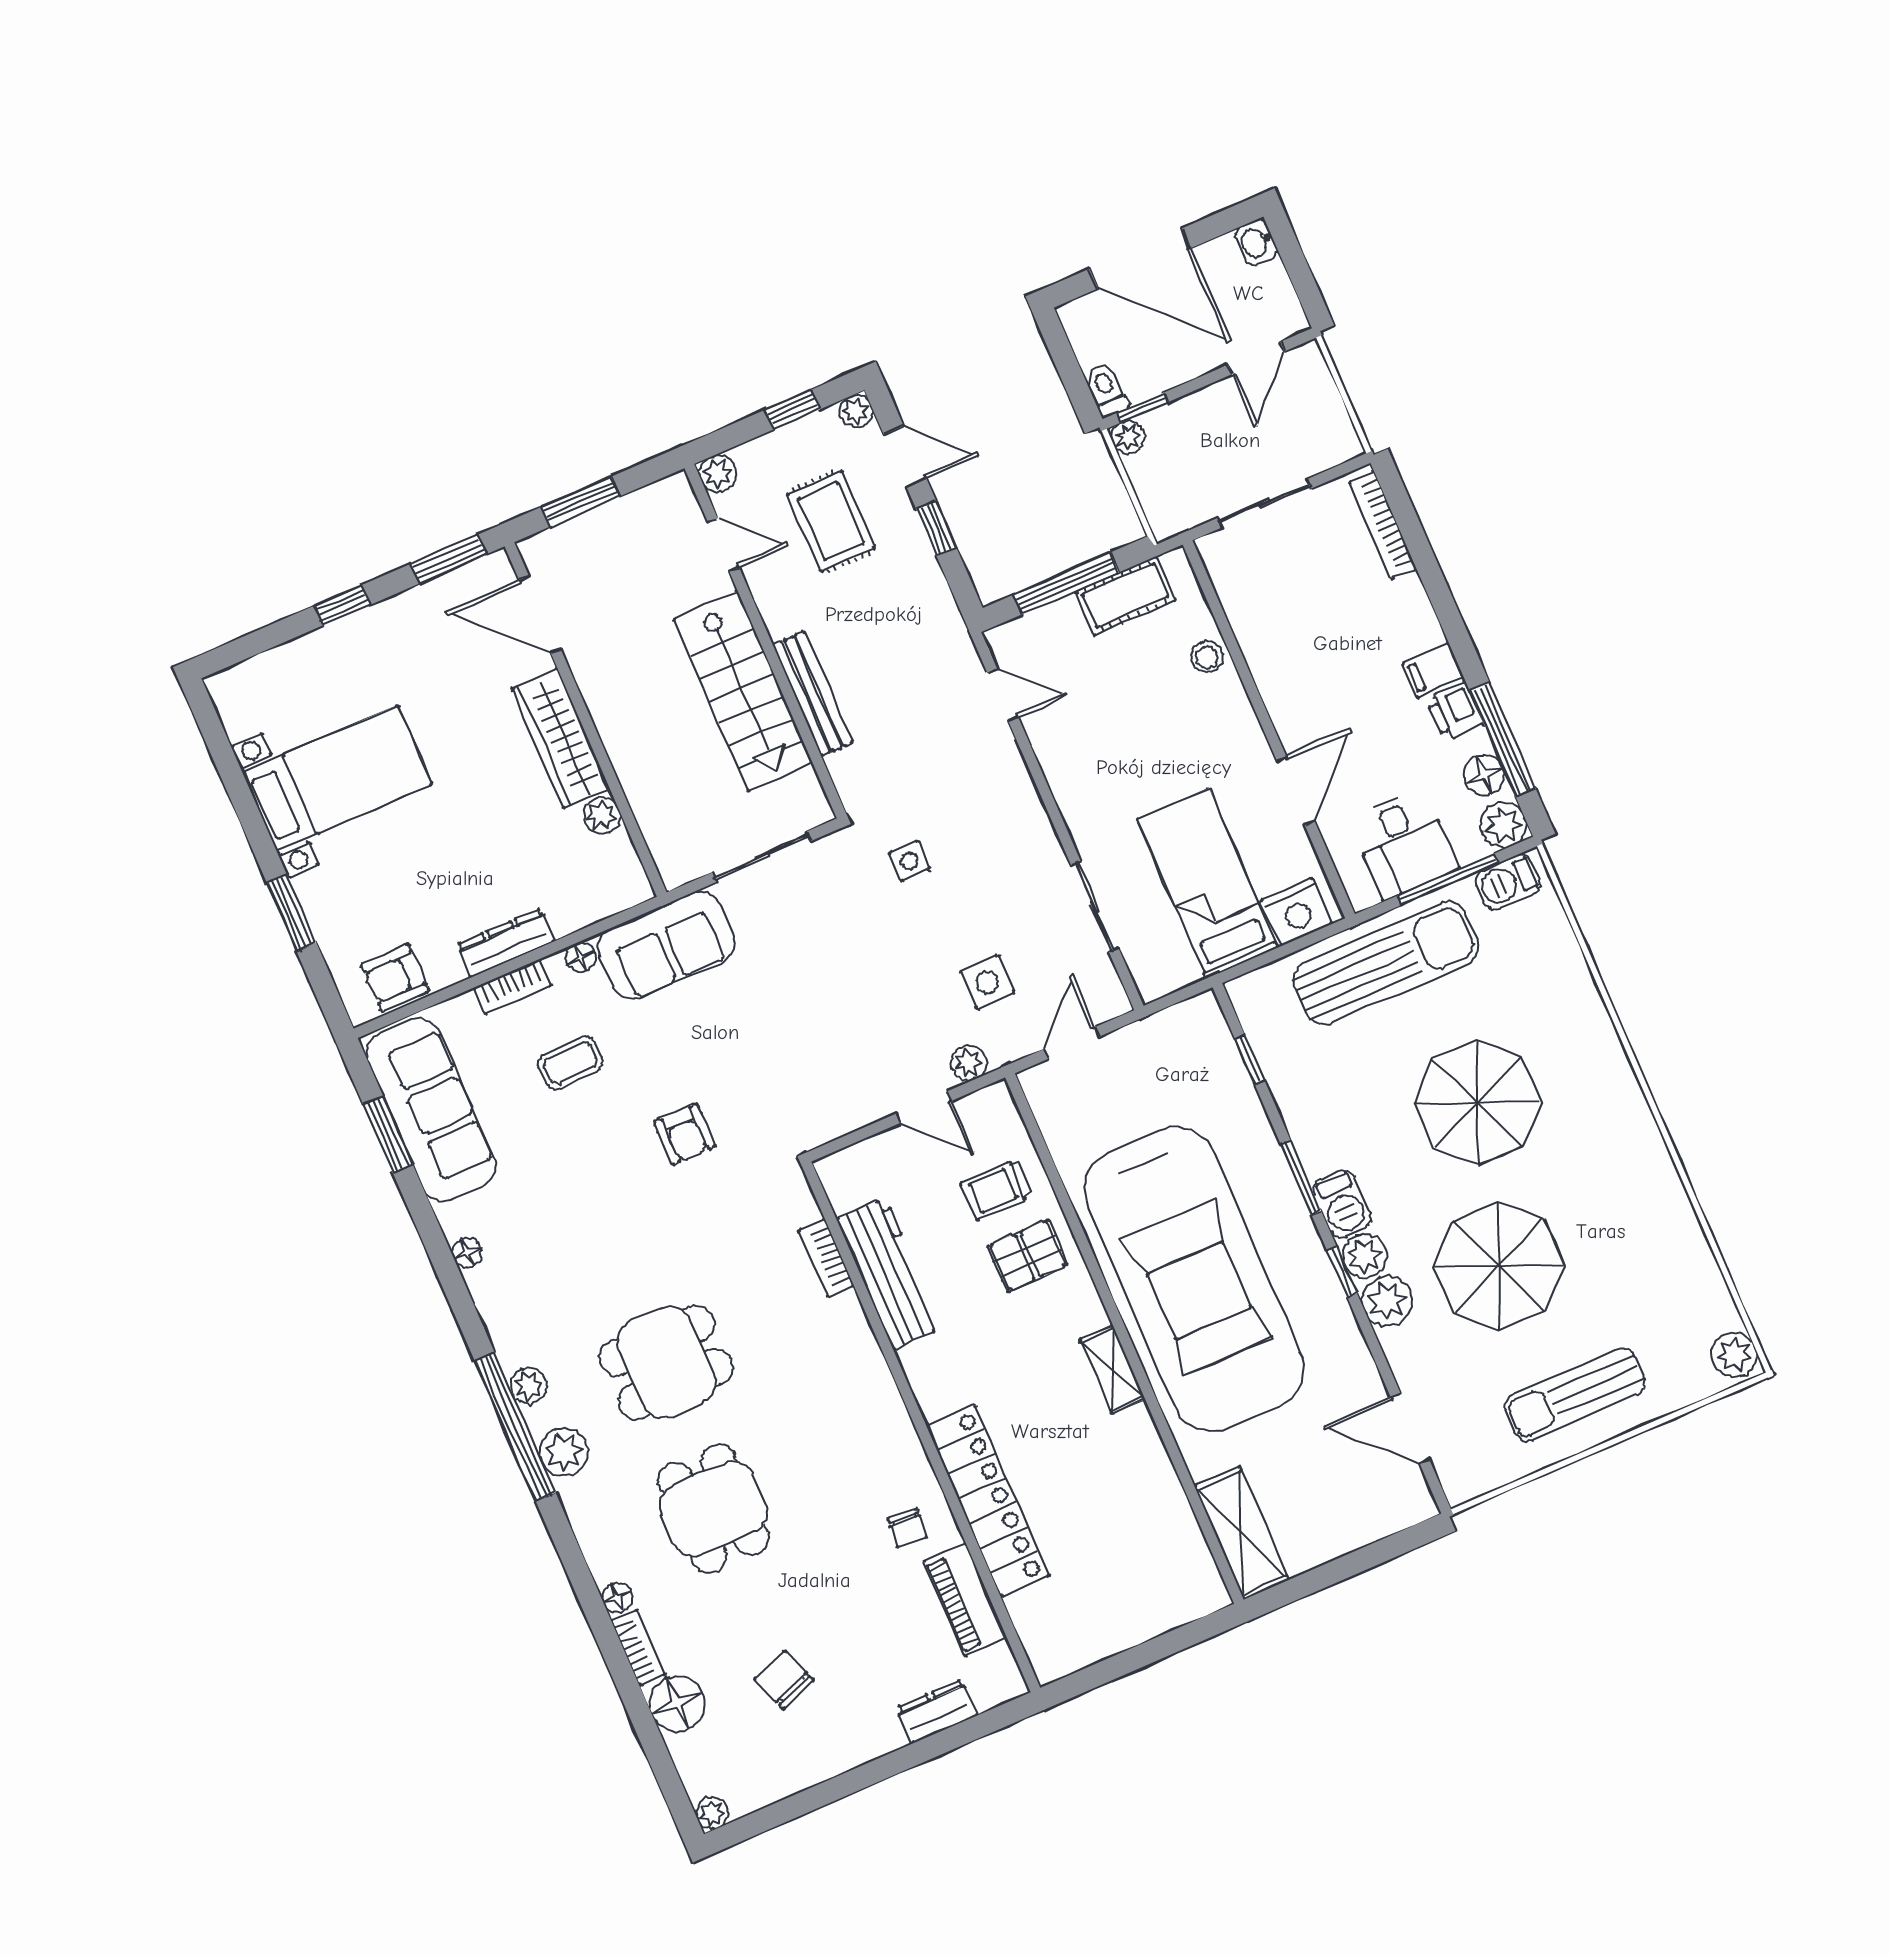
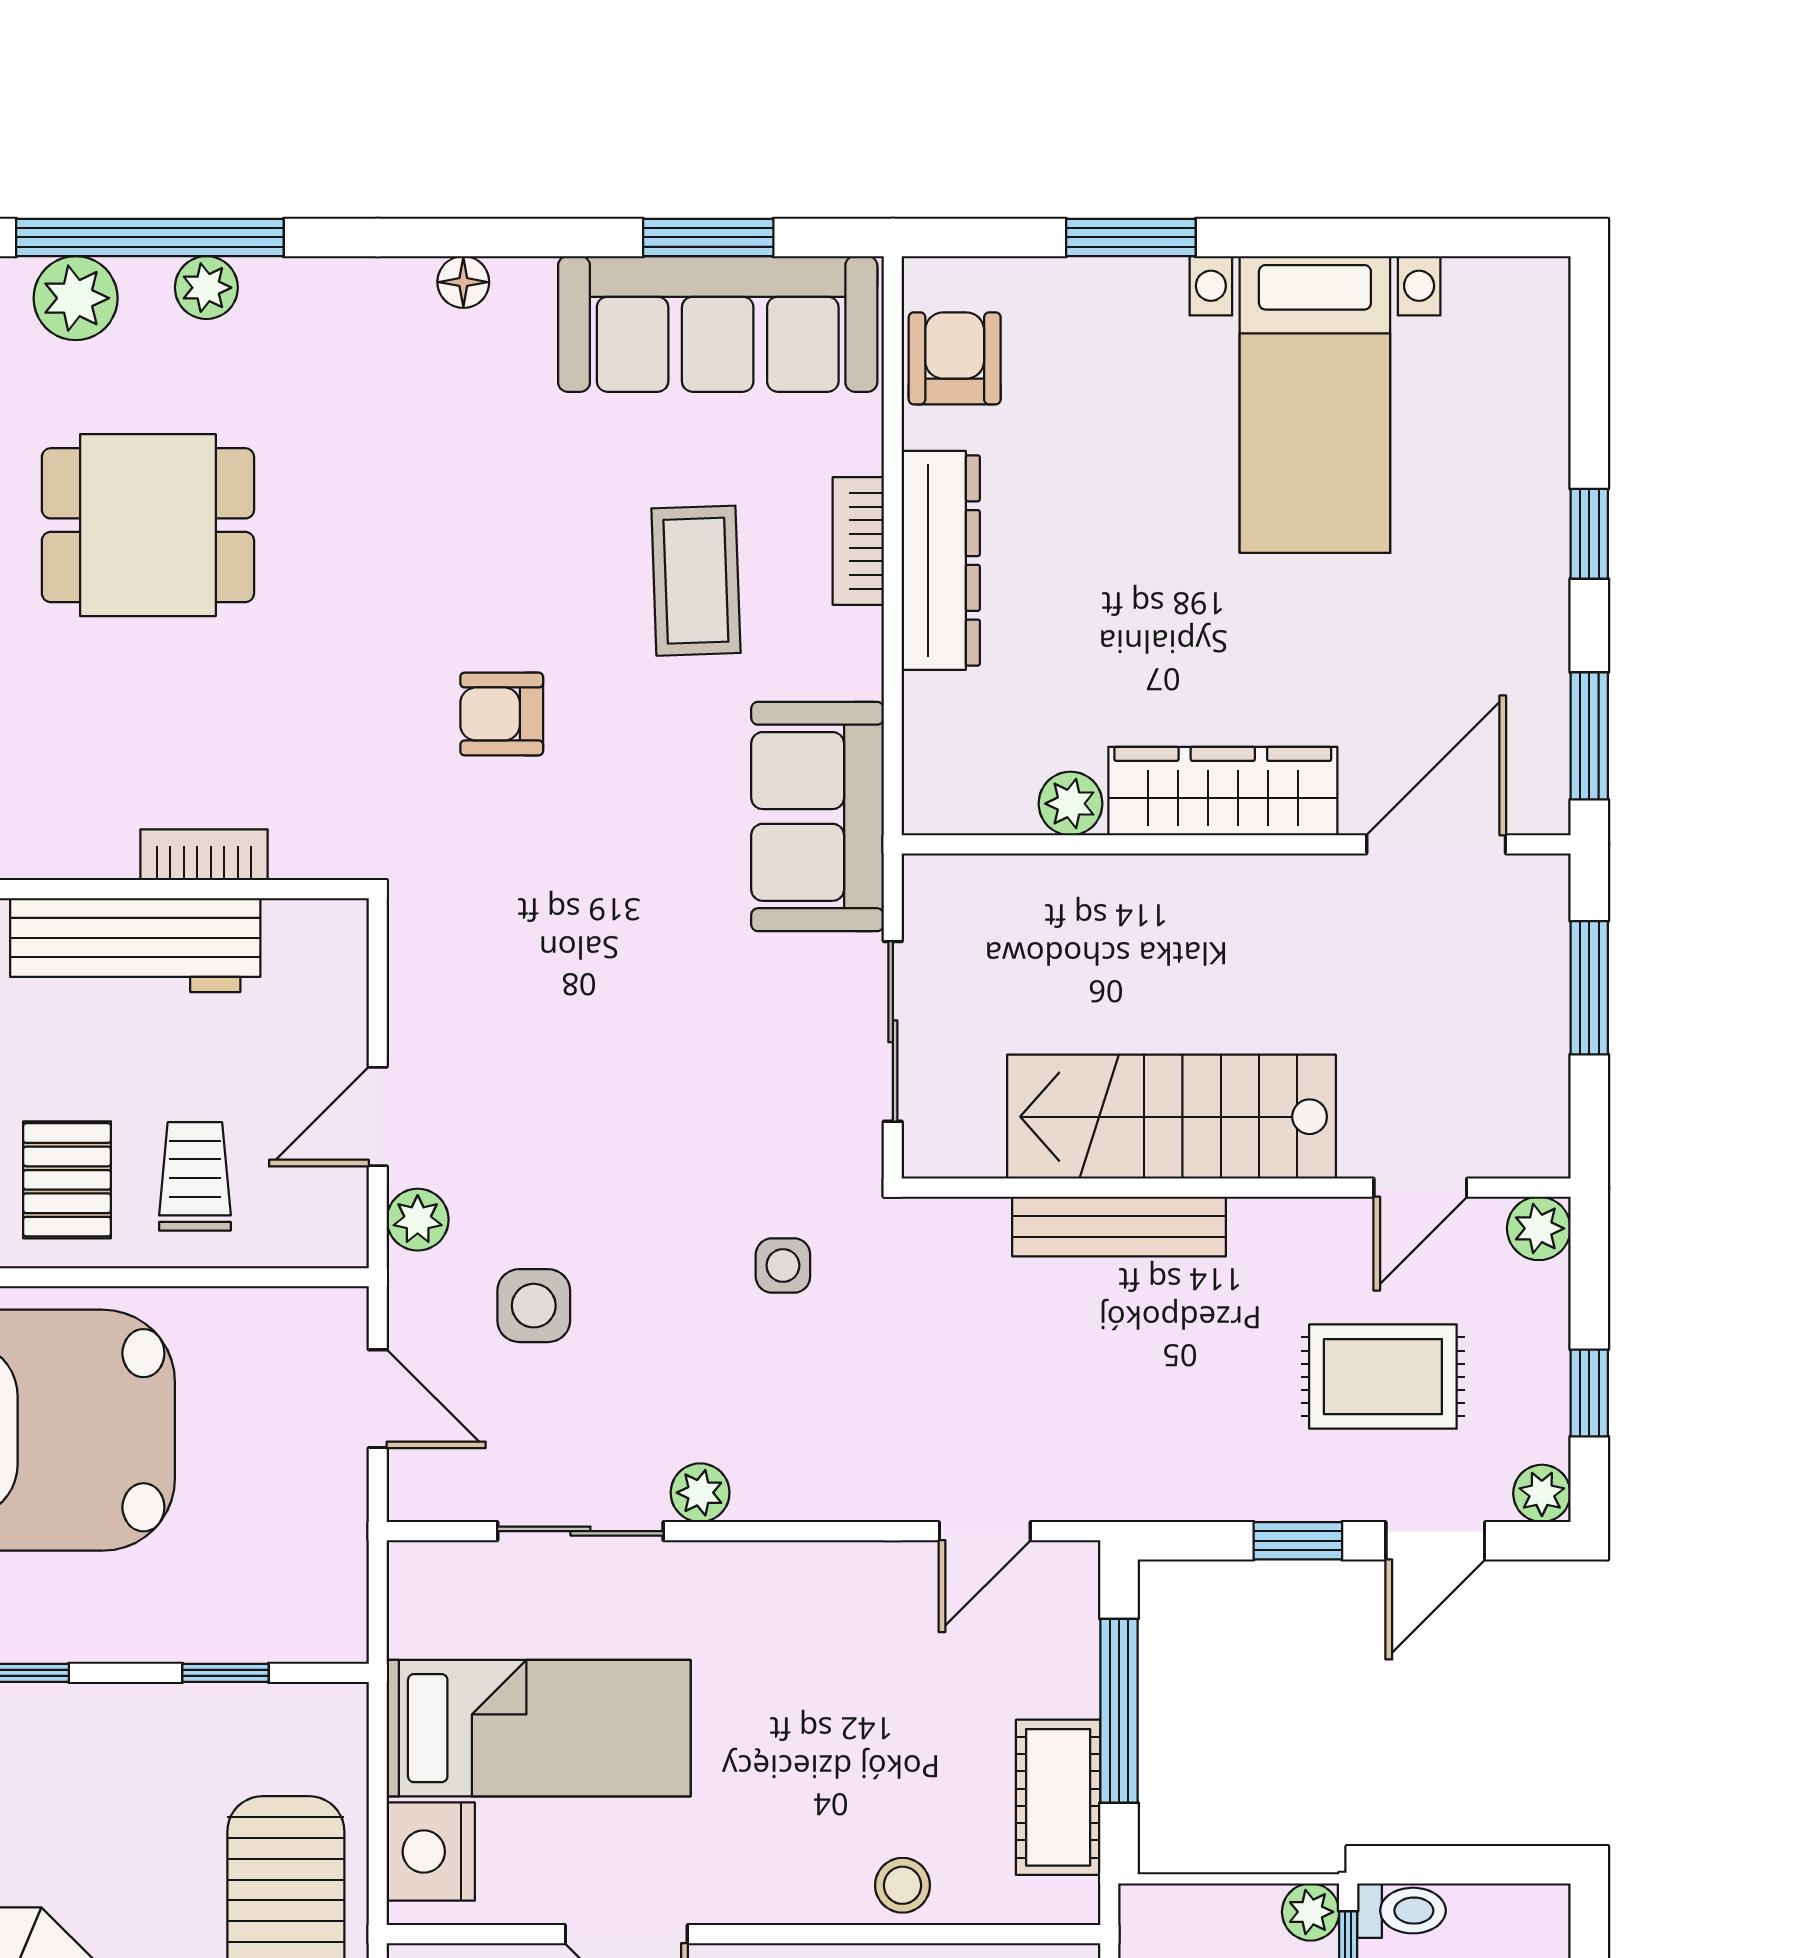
plant: (1047, 853) -> (700, 1493), added
dresser: (506, 943) -> (941, 560), width x1.37, depth x1.24
floor lamp: (580, 957) -> (858, 670), removed
coffee table: (570, 1063) -> (696, 581), width x1.36, depth x1.30
dining table: (666, 1362) -> (148, 525), turned 90

